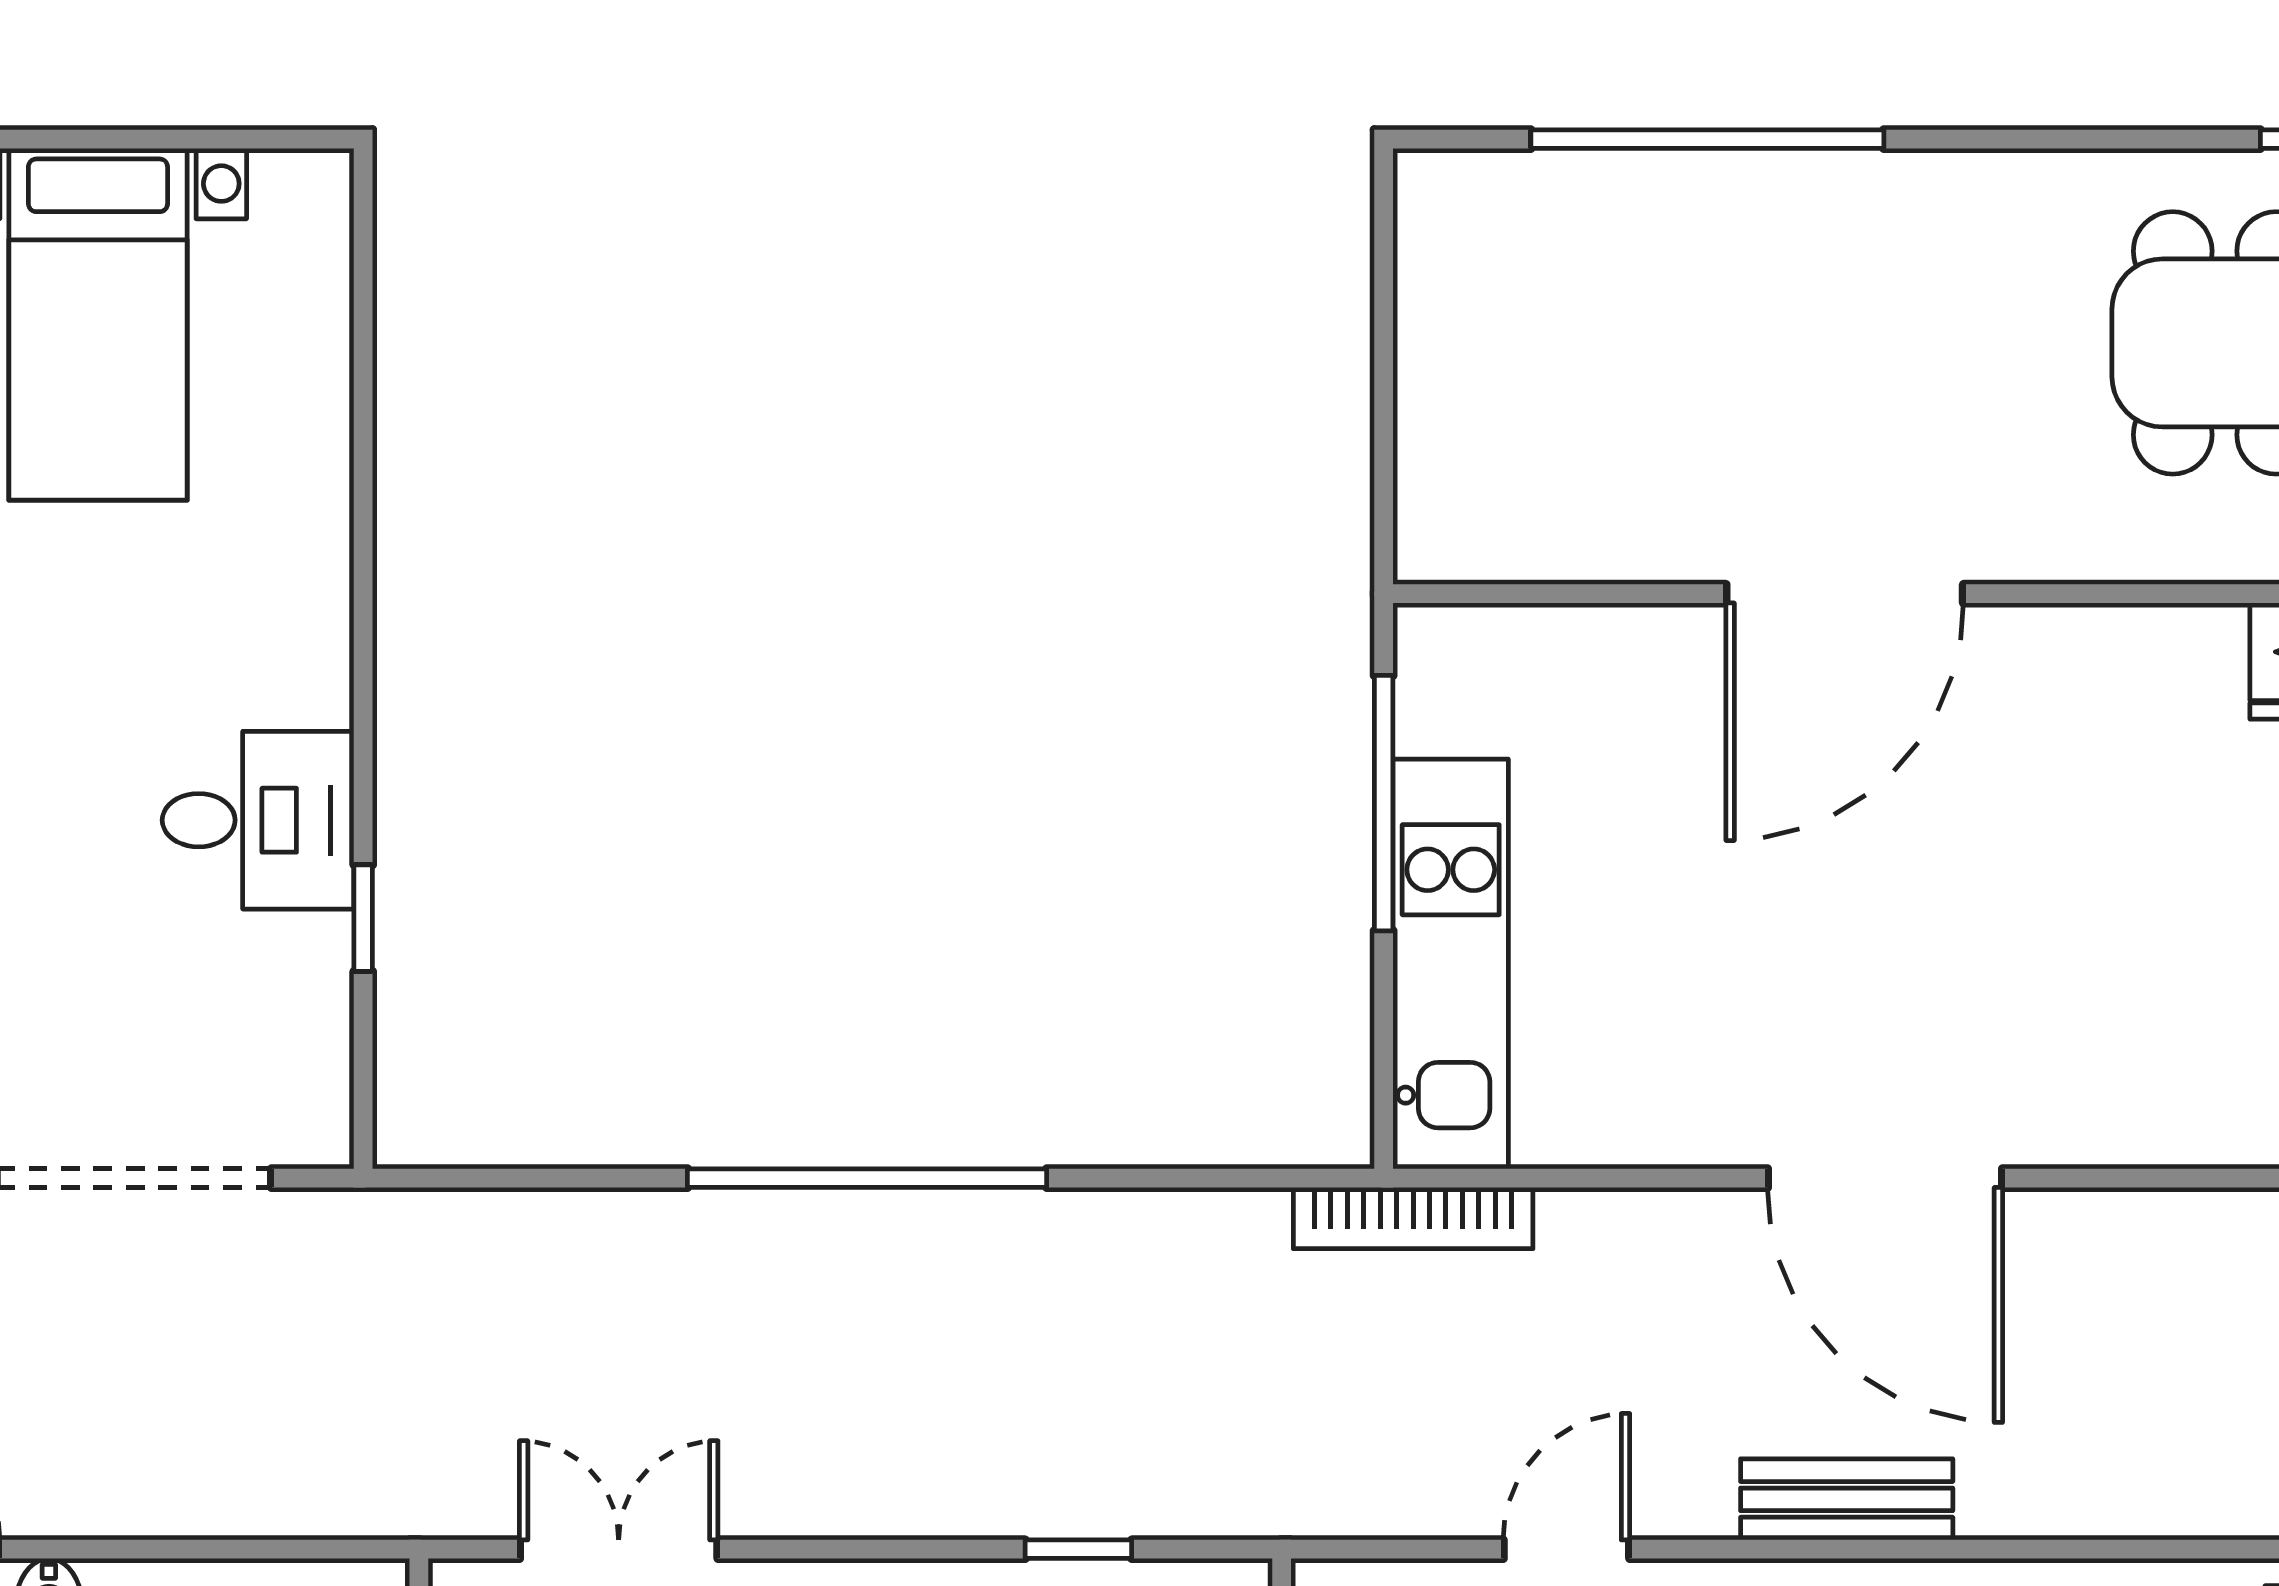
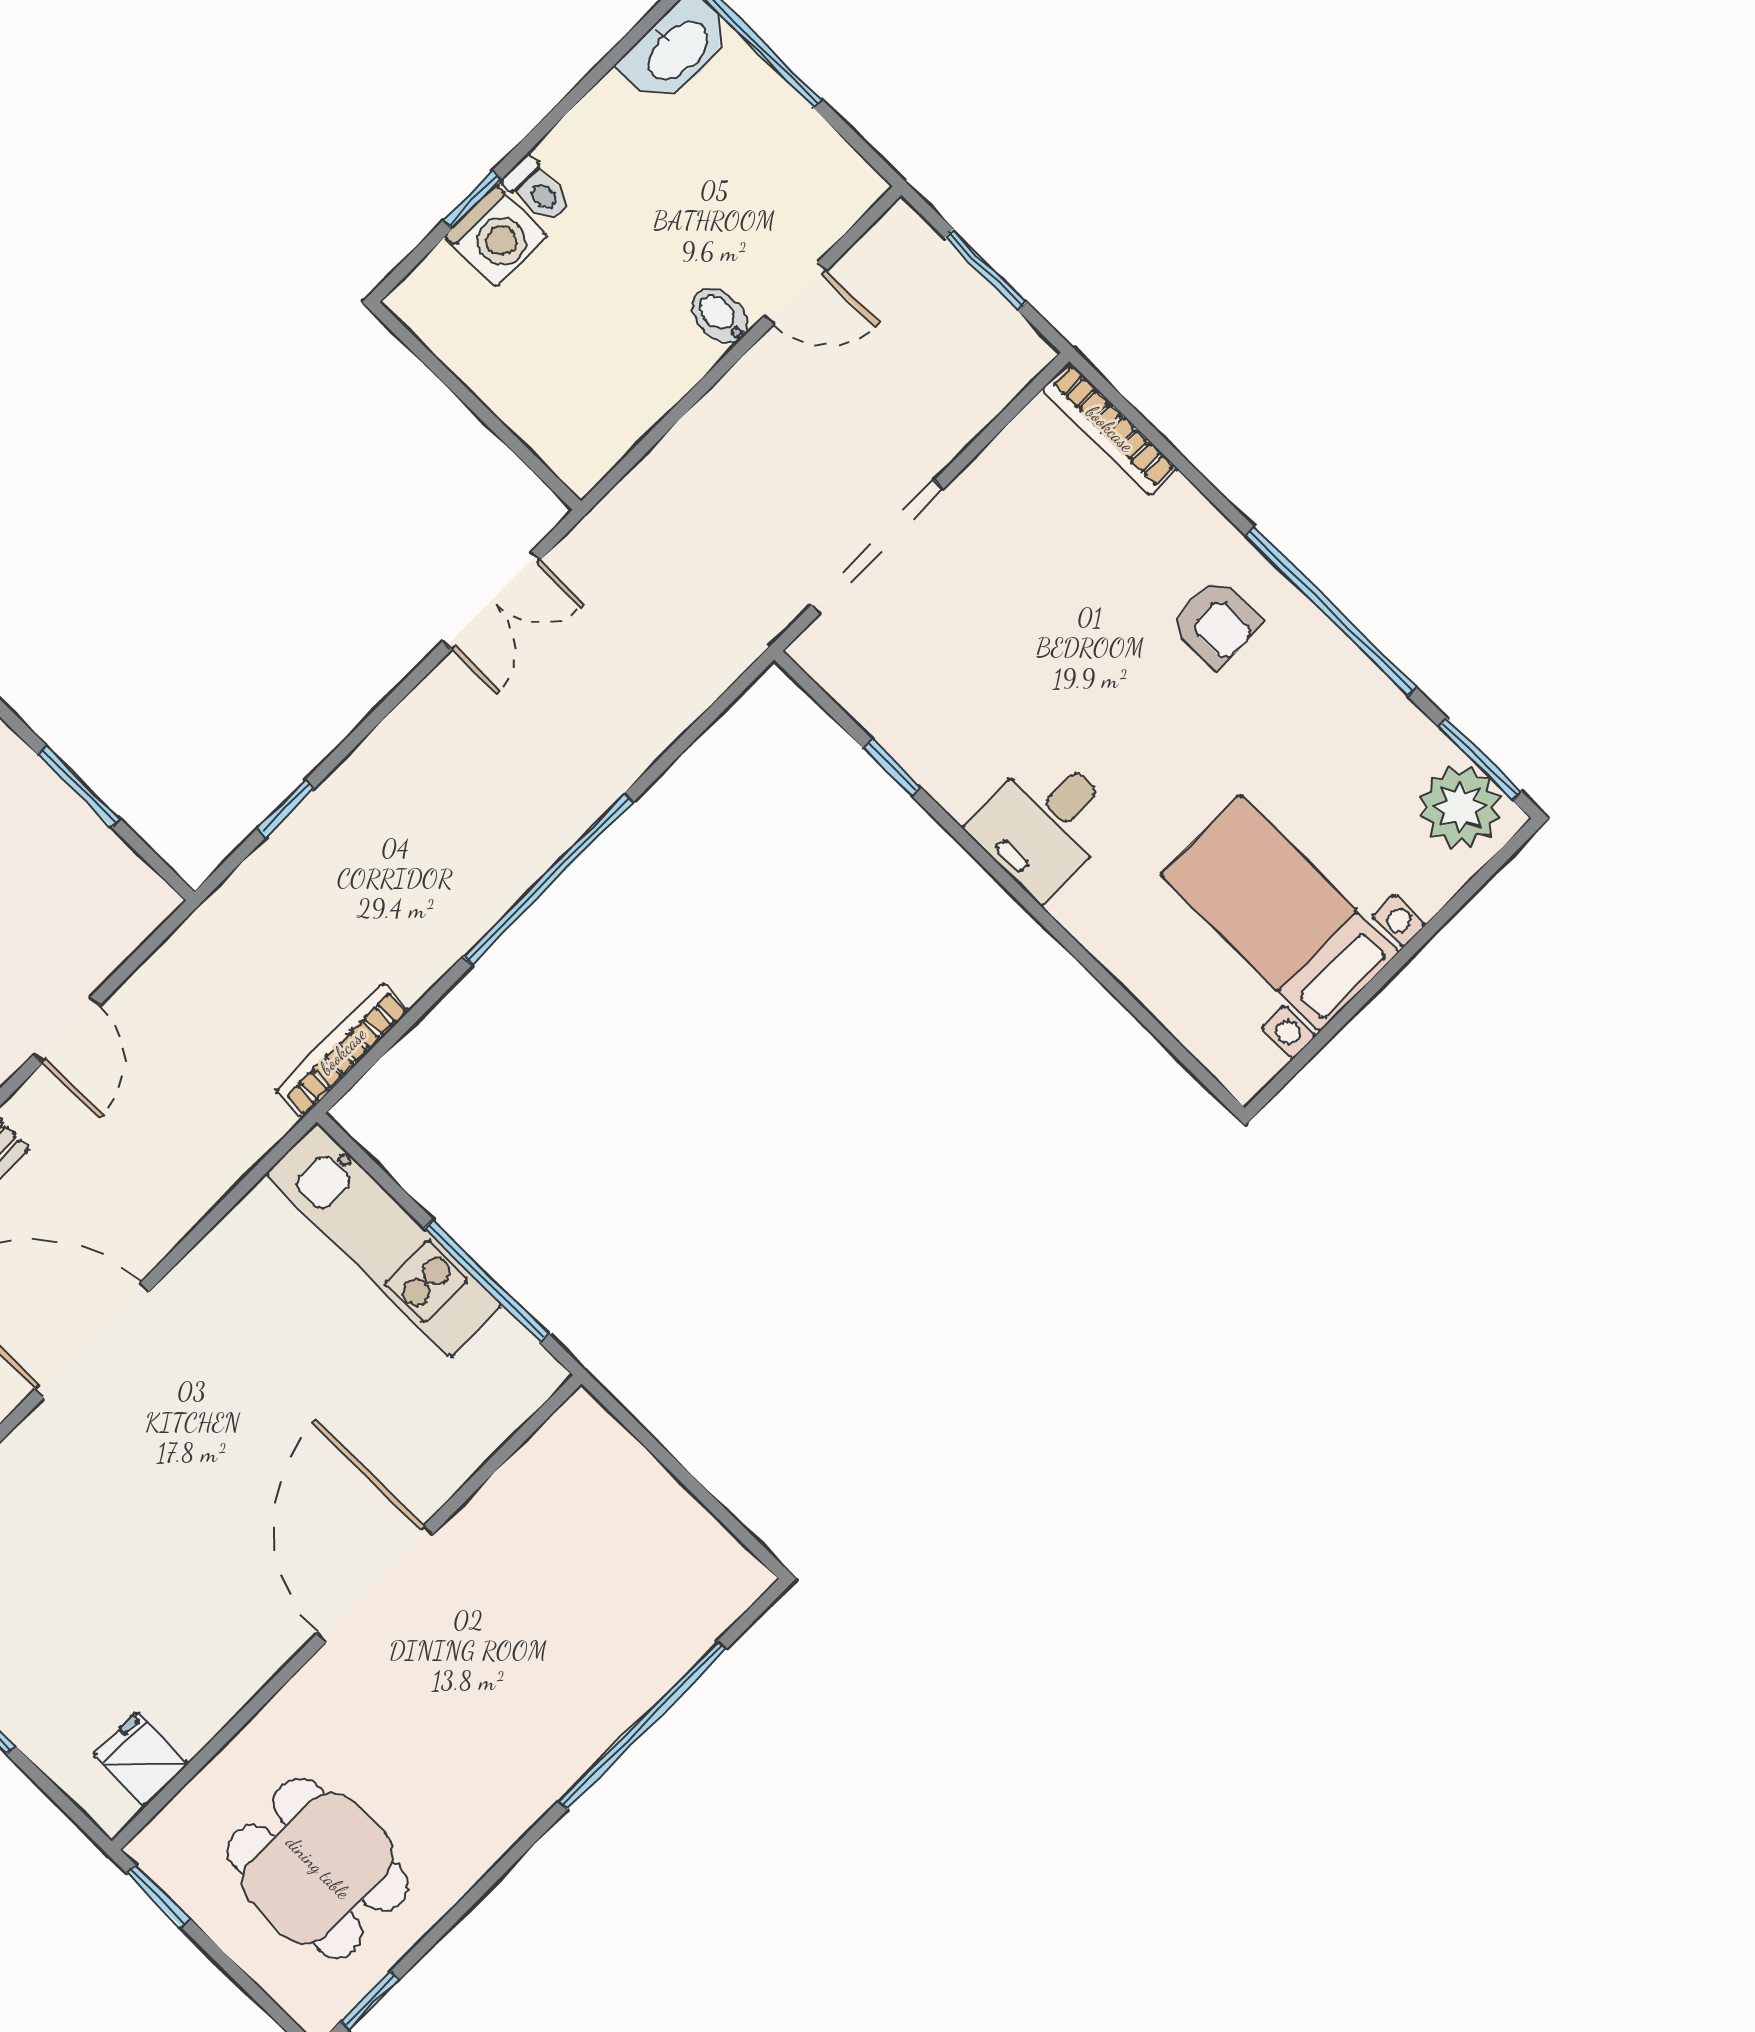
desk: (258, 820) -> (1044, 824), moved
bookcase: (1413, 1218) -> (343, 1051), moved

